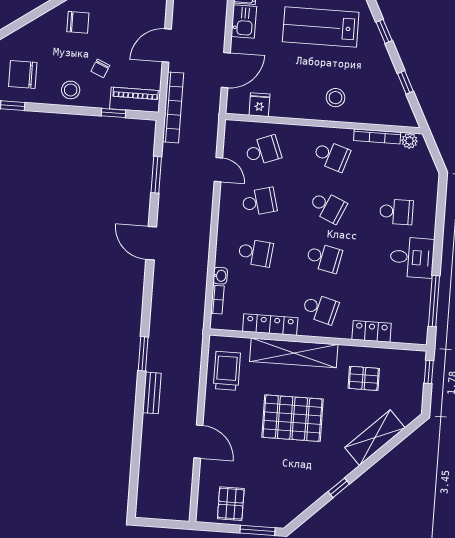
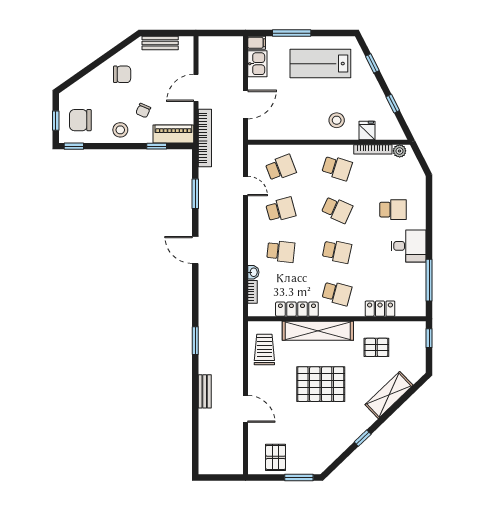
fridge: (259, 105) -> (367, 131), moved
bench: (152, 393) -> (205, 391), moved

